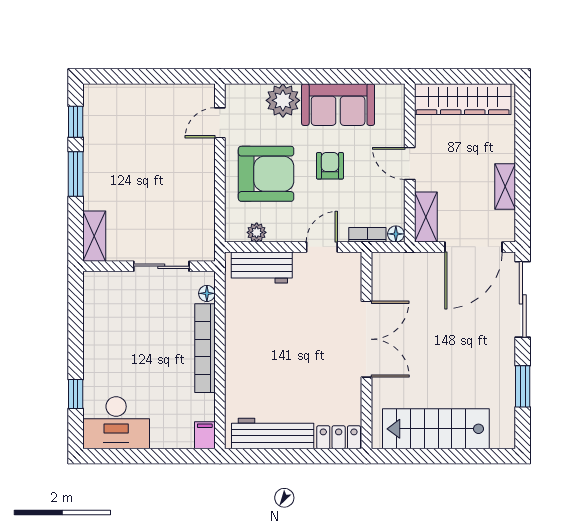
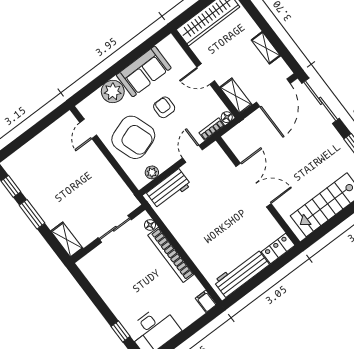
armchair: (266, 174) -> (133, 137), turned 71

